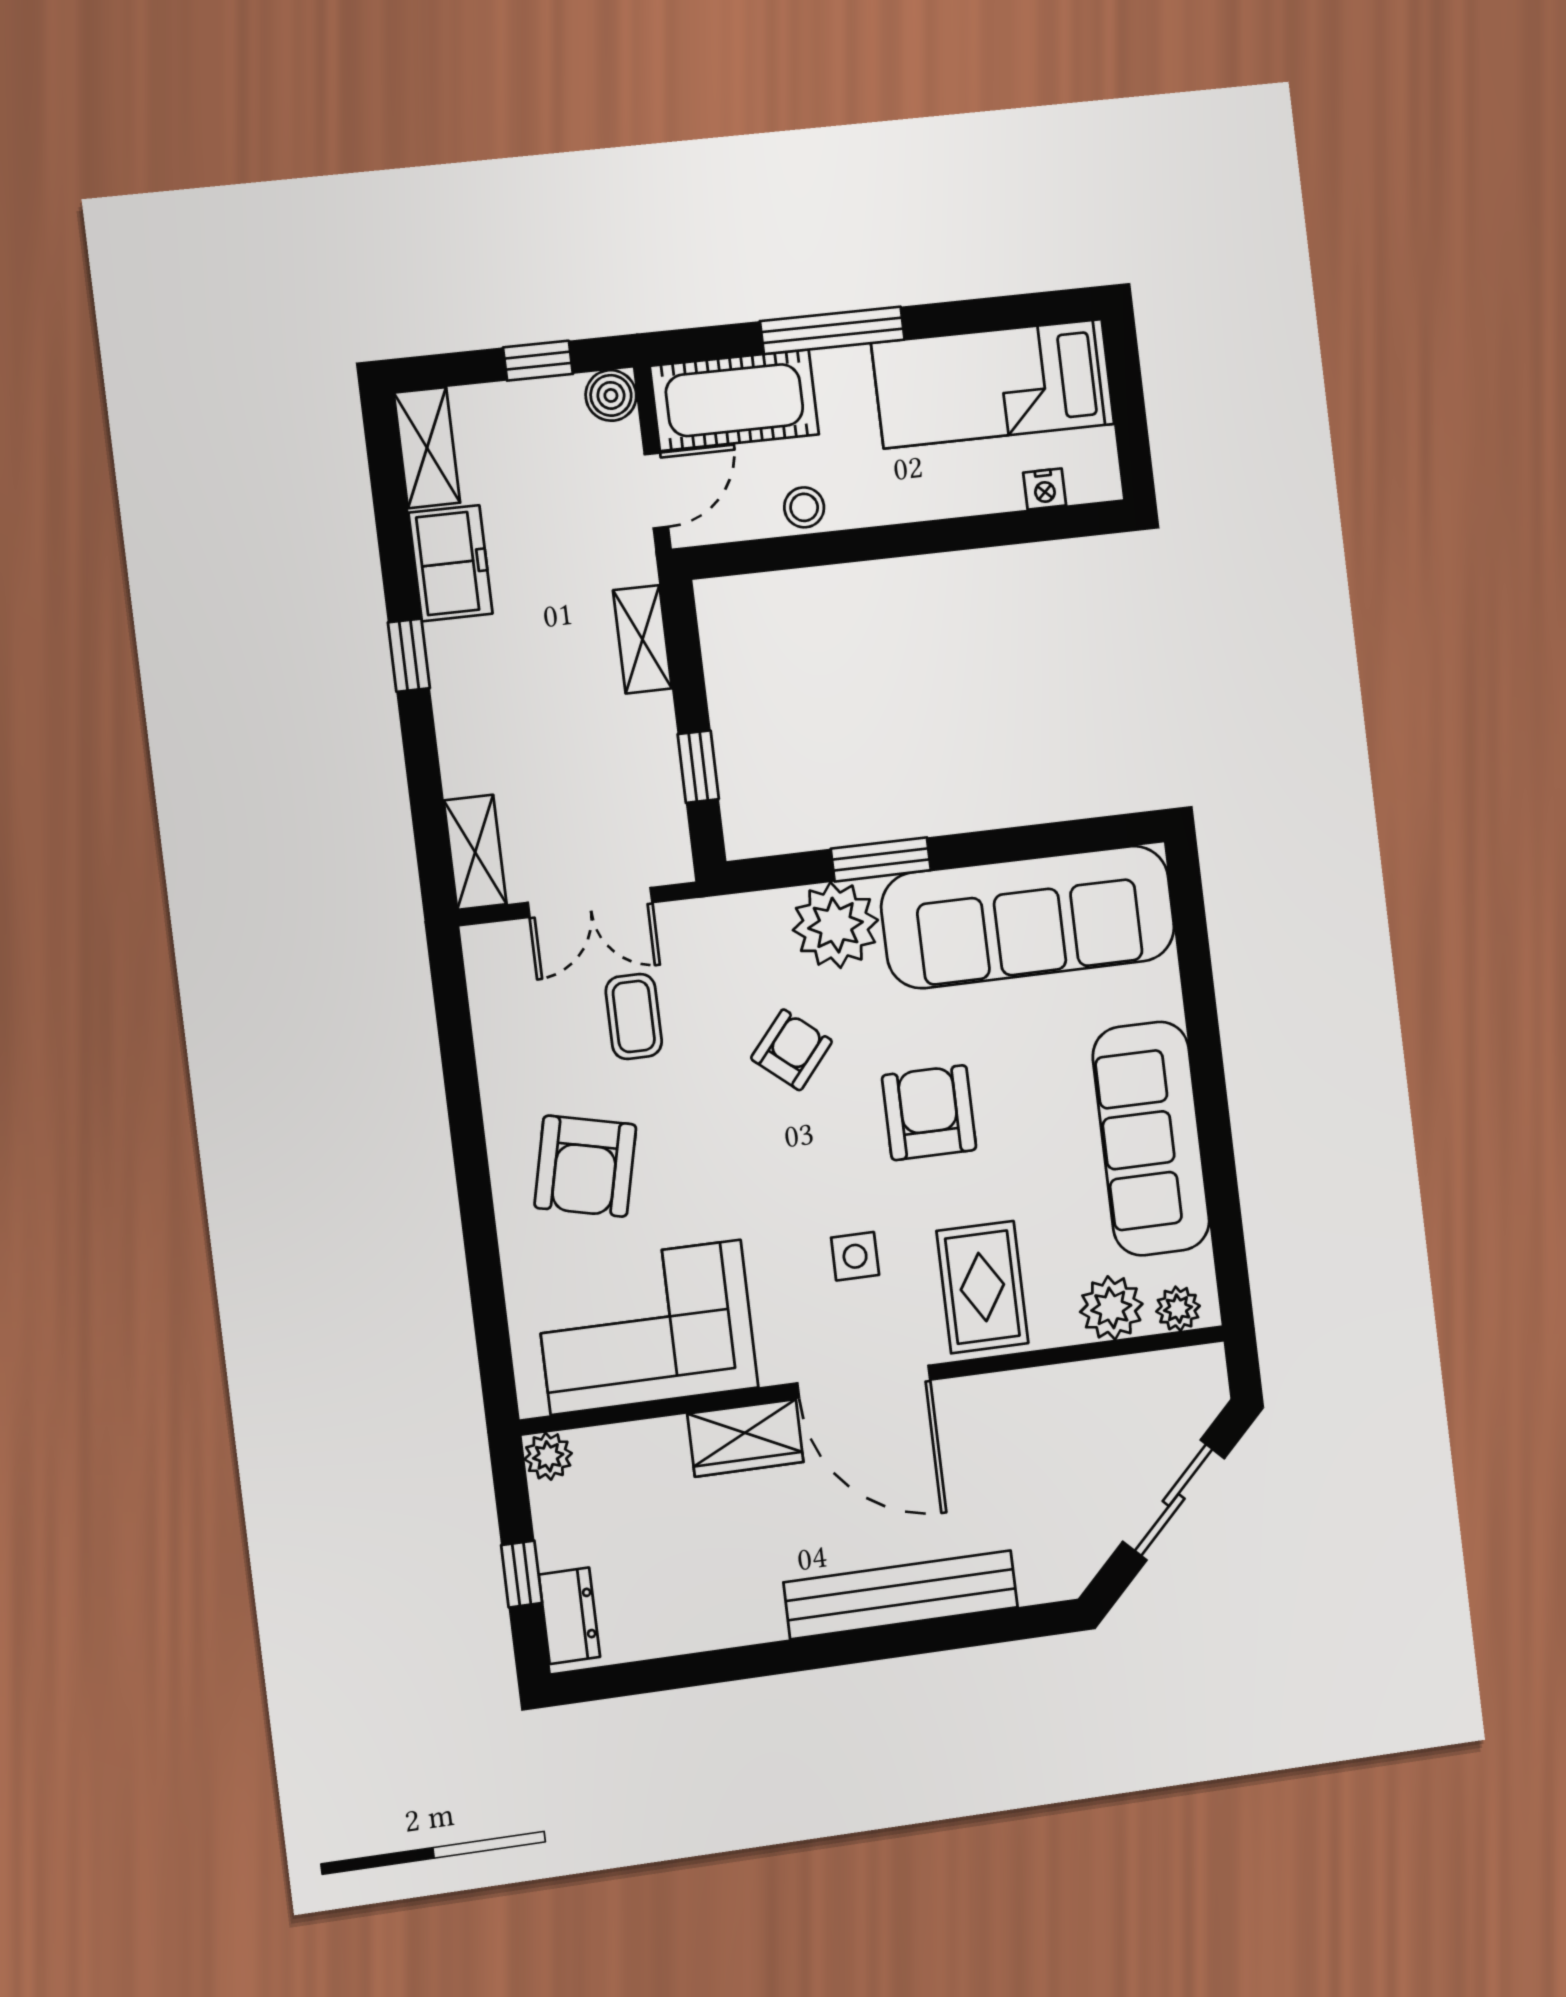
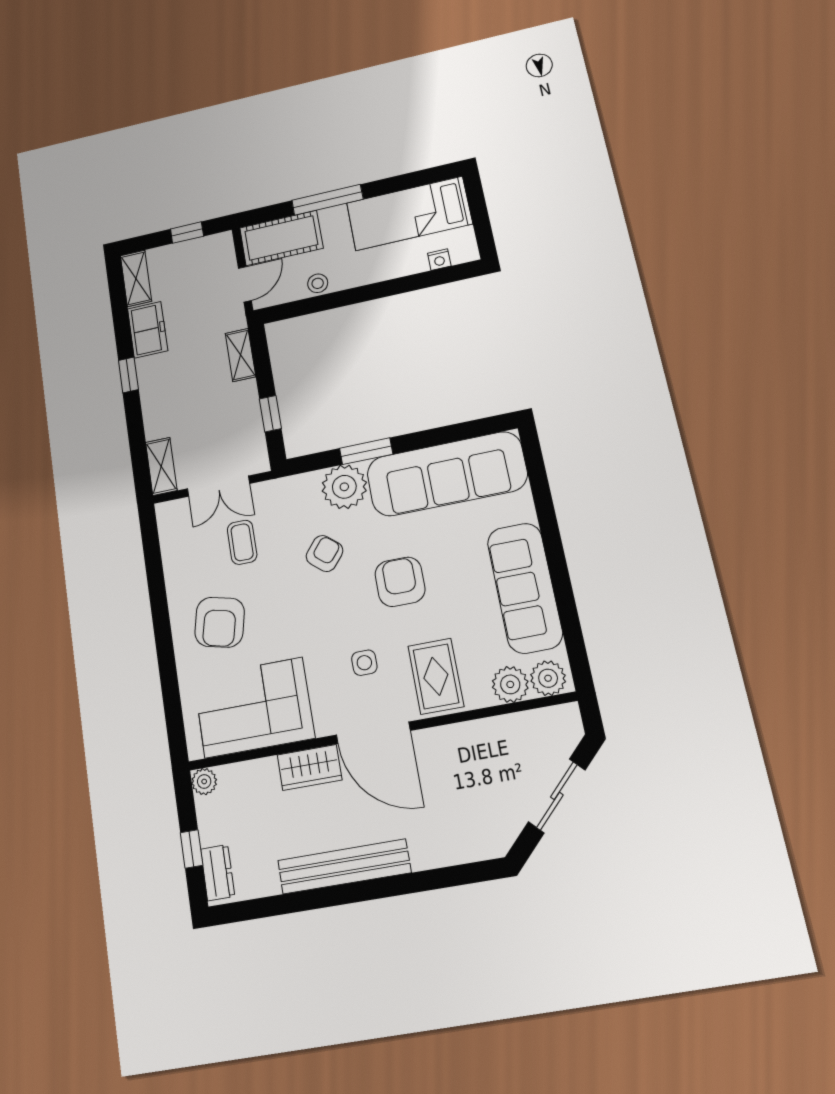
boiler: (611, 395) -> (222, 244), removed
plant: (1178, 1309) -> (548, 678), width x1.38, depth x1.38
bench: (901, 1595) -> (344, 866), moved

